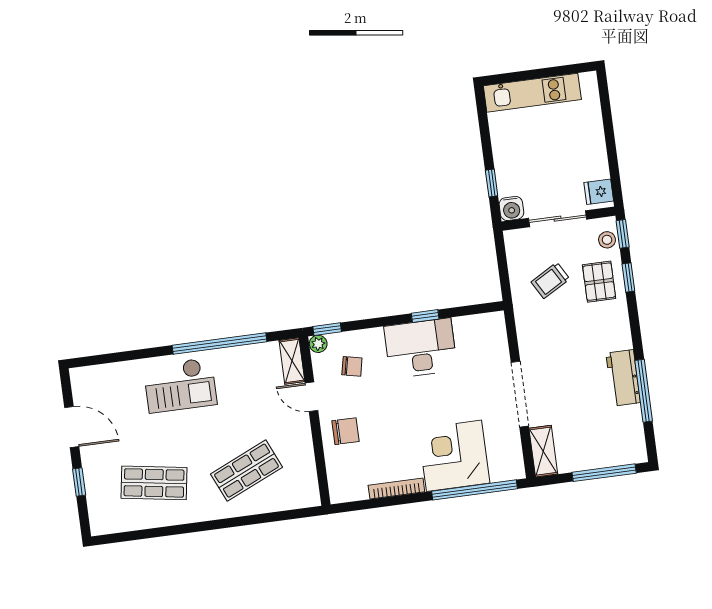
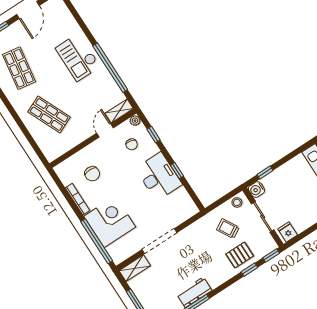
stool: (607, 240) -> (237, 202), moved
window: (327, 329) -> (154, 134), moved
chair: (346, 431) -> (92, 174), moved

